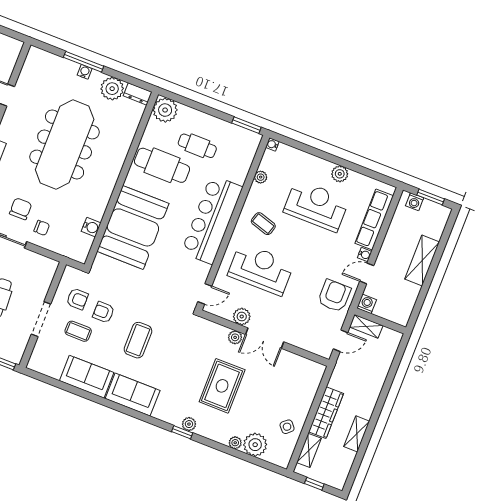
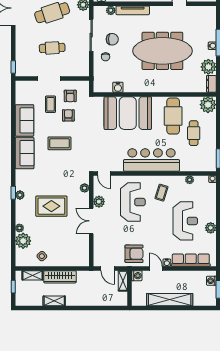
shelving: (422, 261) -> (170, 300), width x1.47
plant: (235, 337) -> (85, 188), moved

